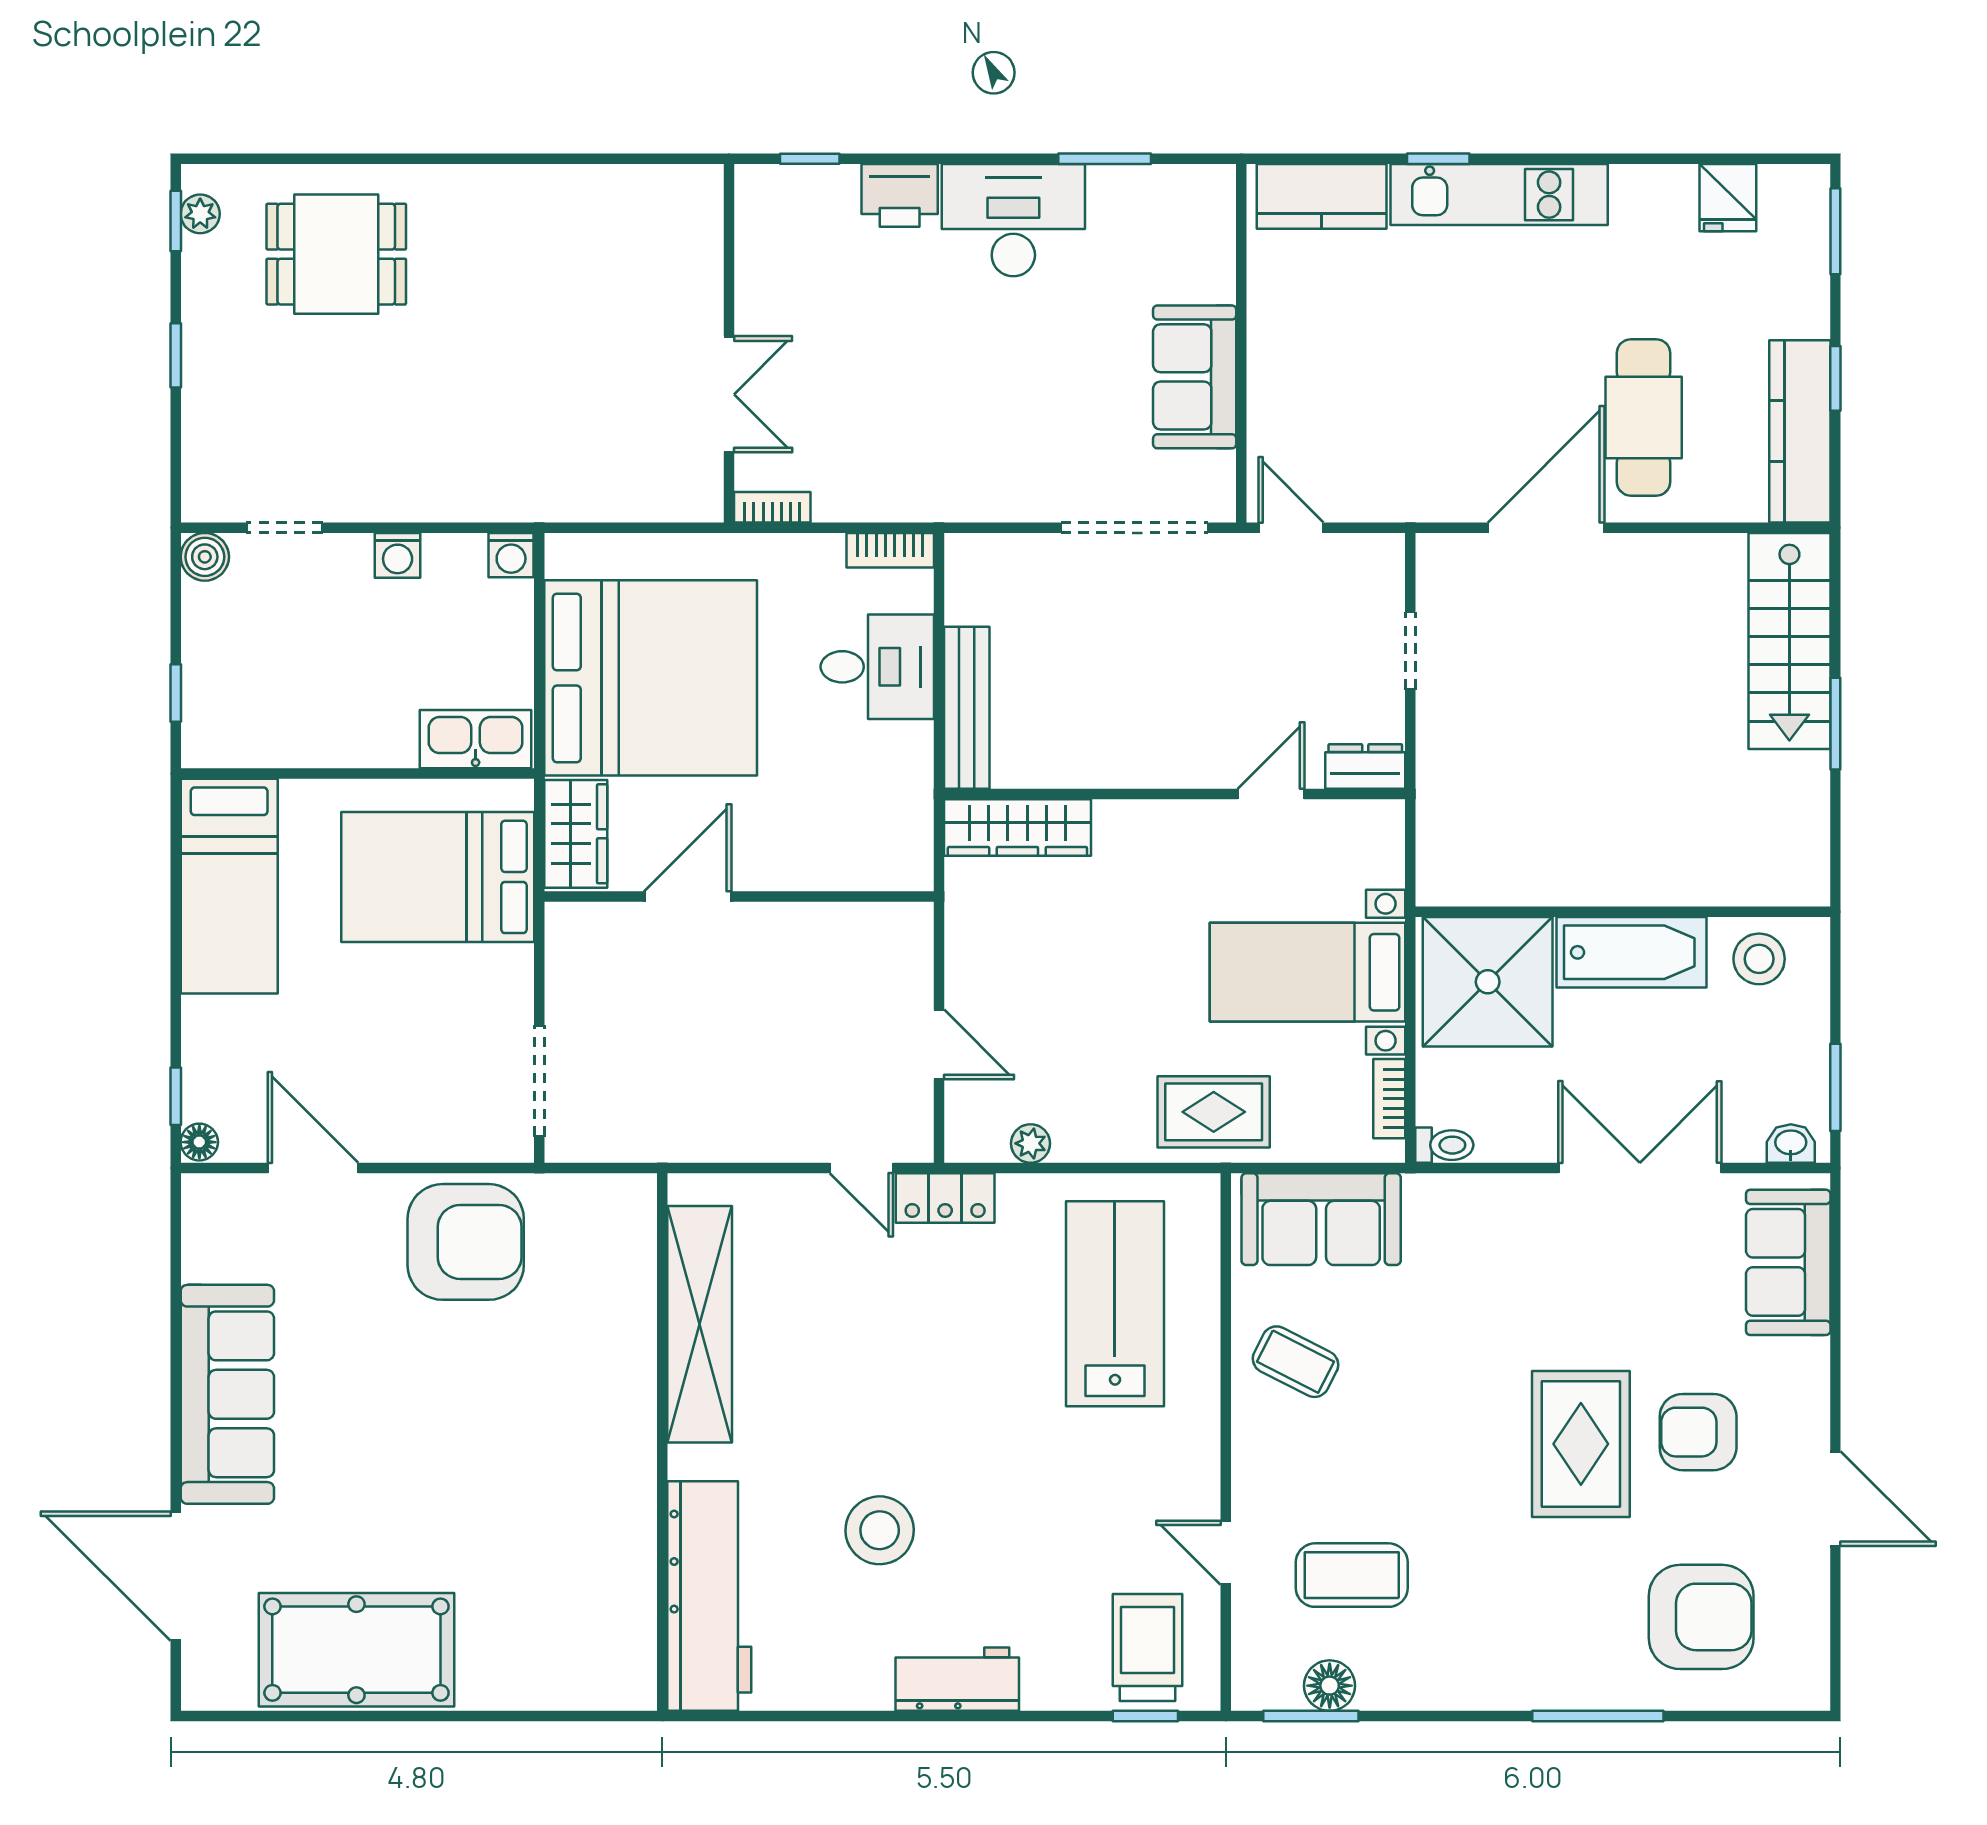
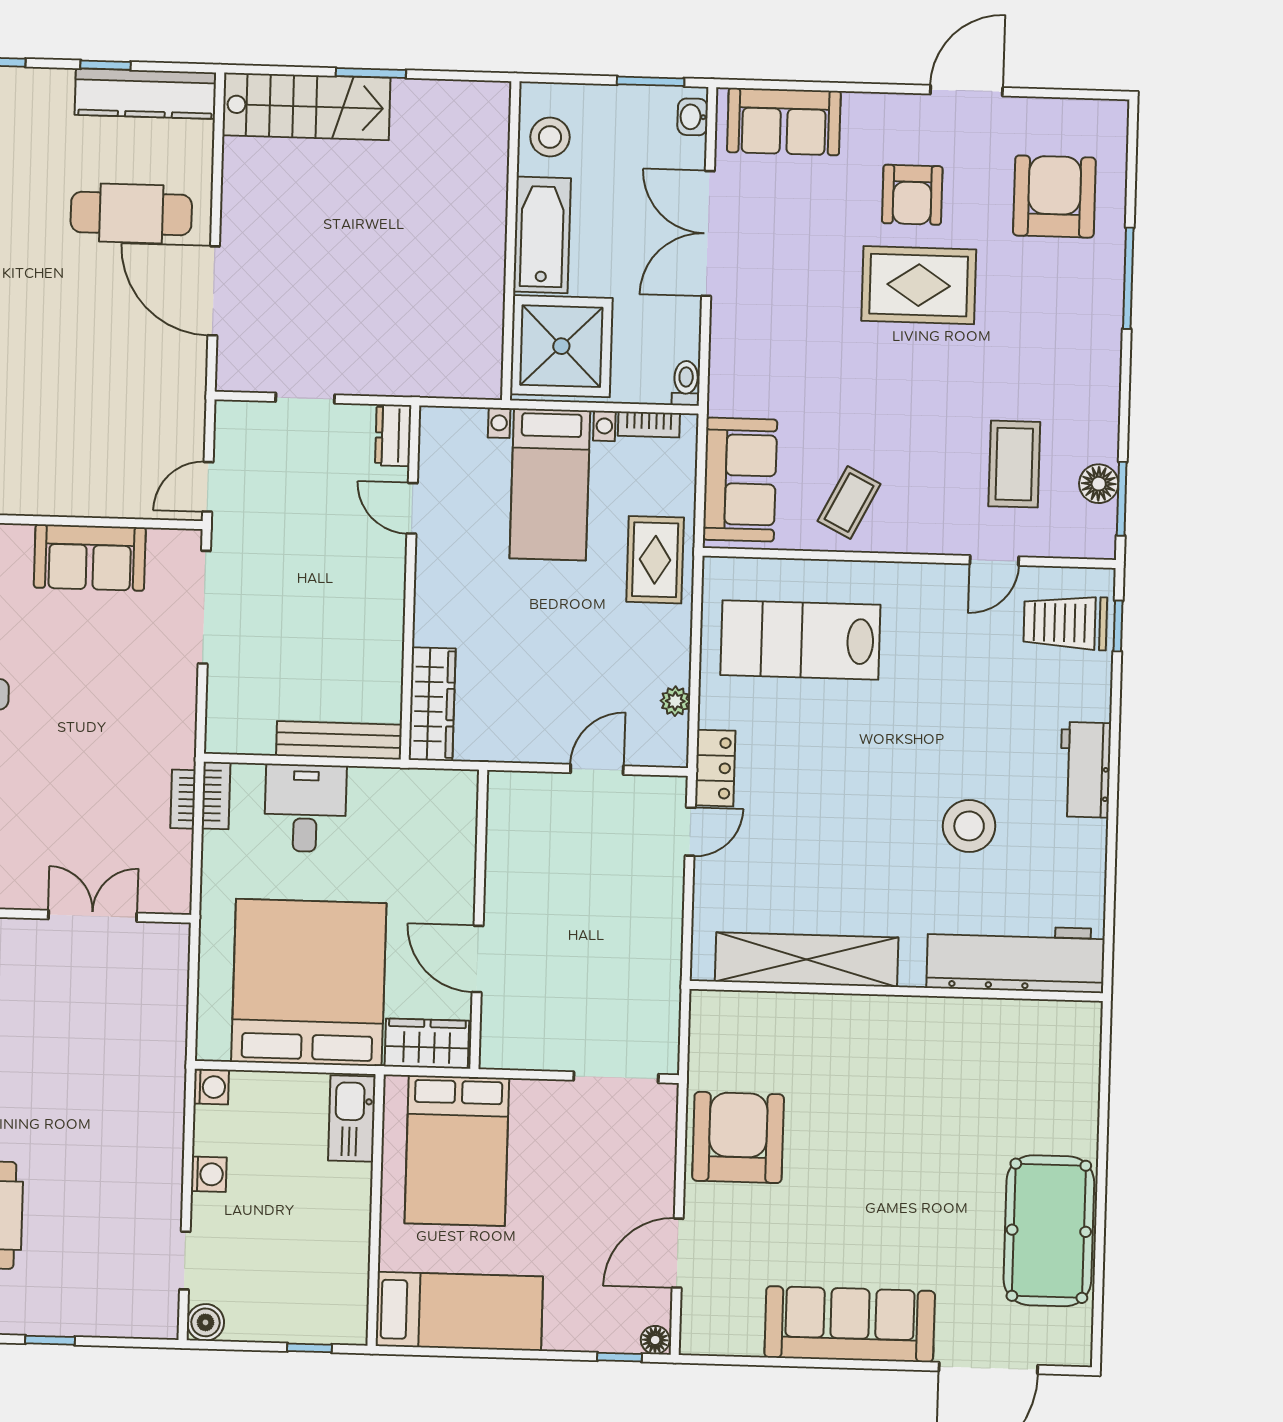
bookcase: (772, 507) -> (183, 799), moved

